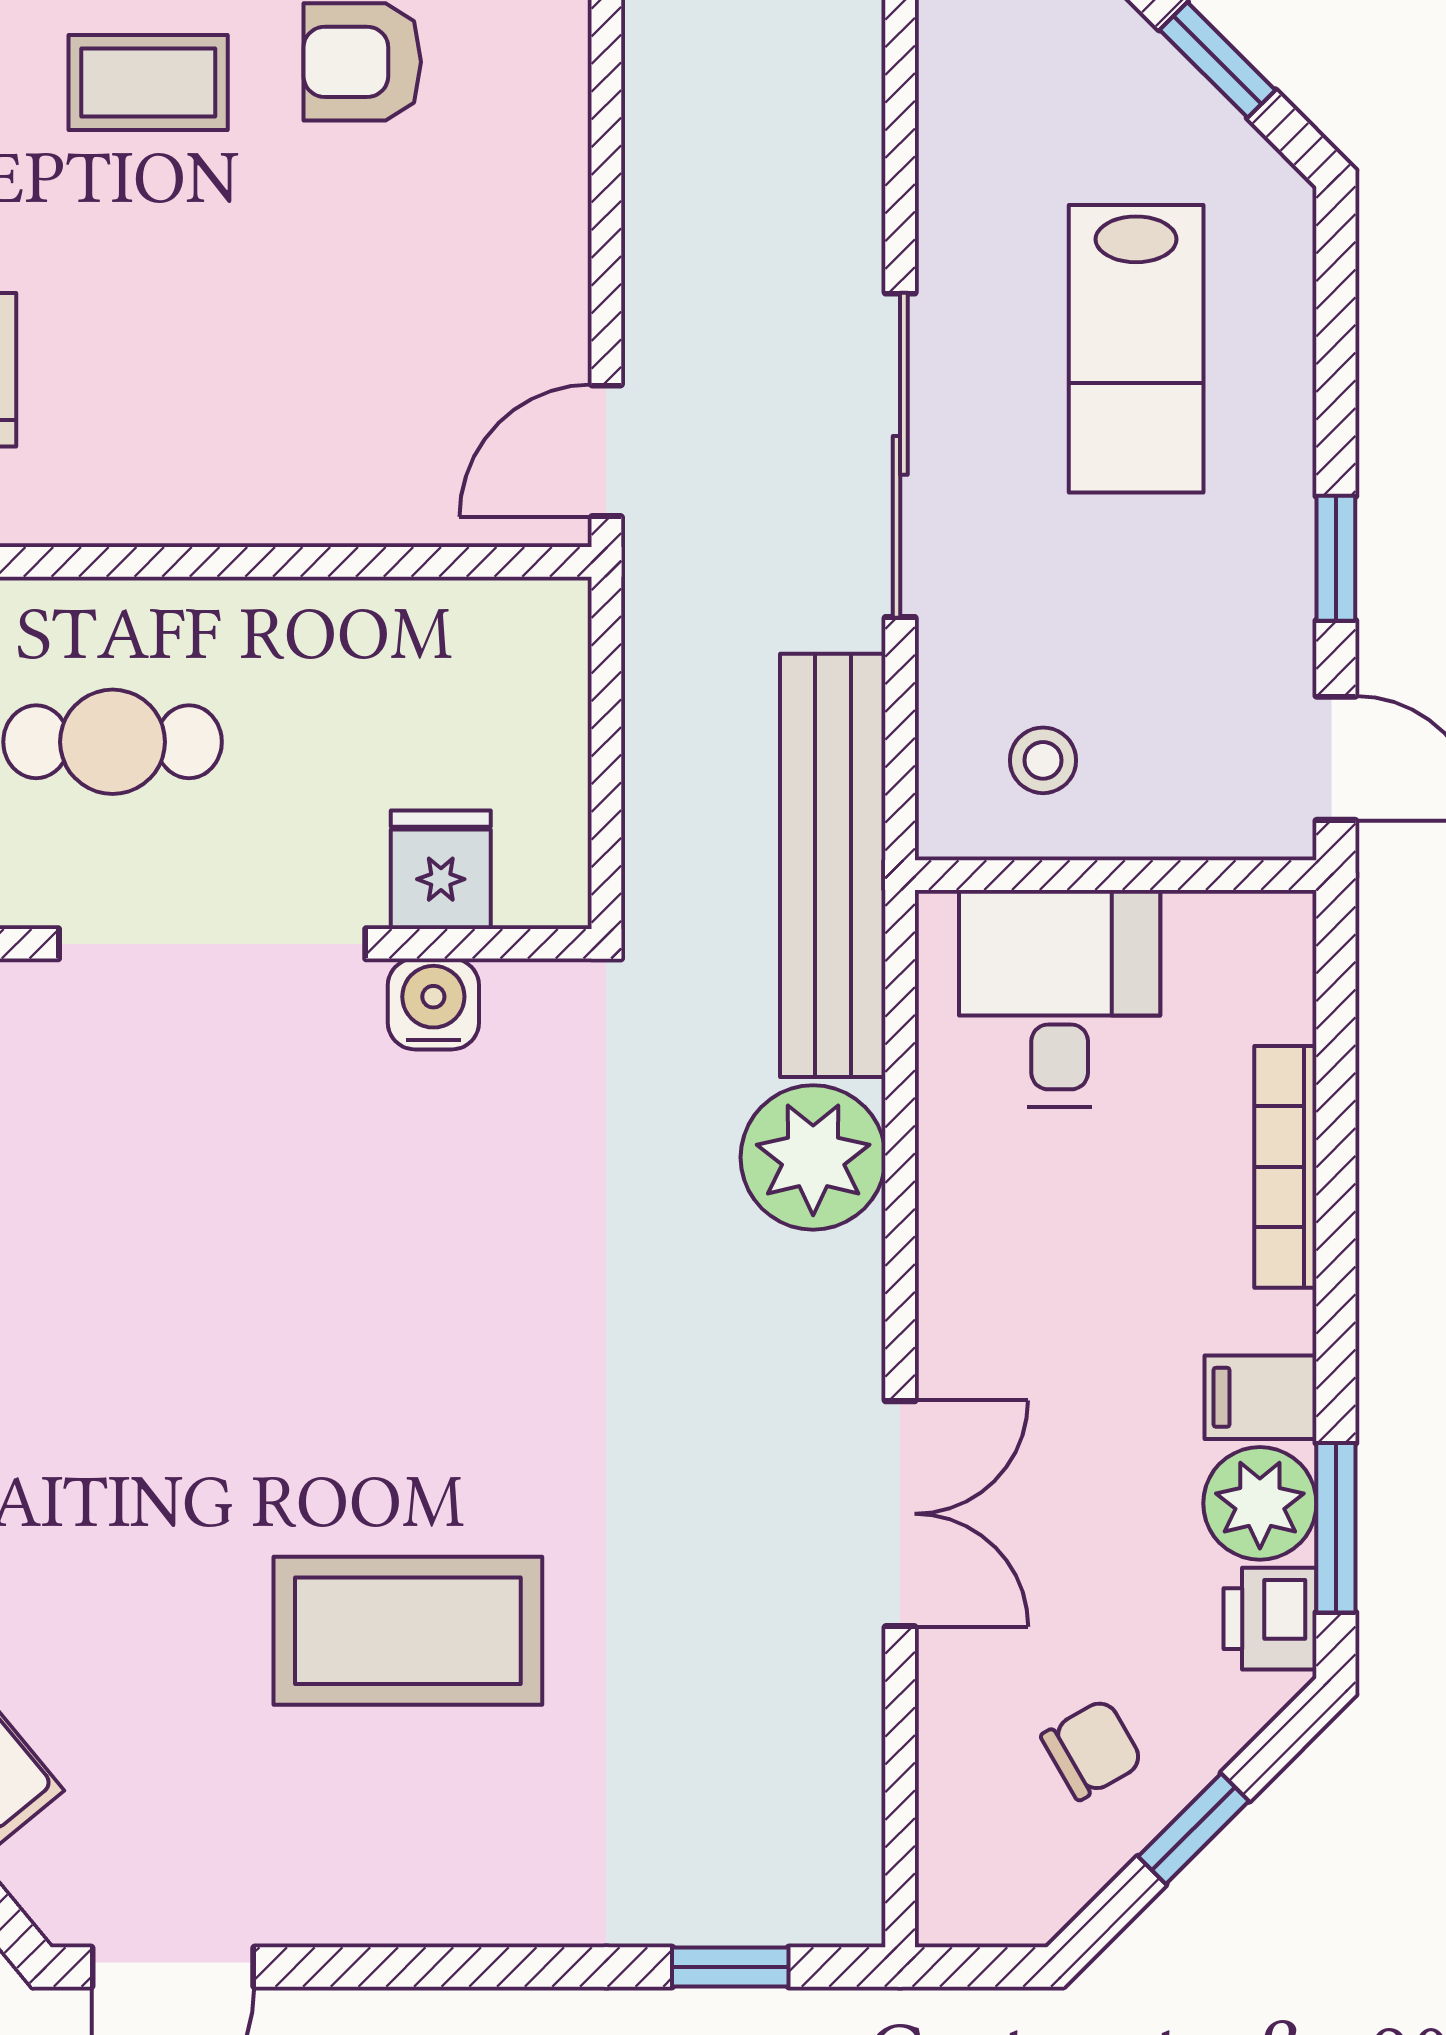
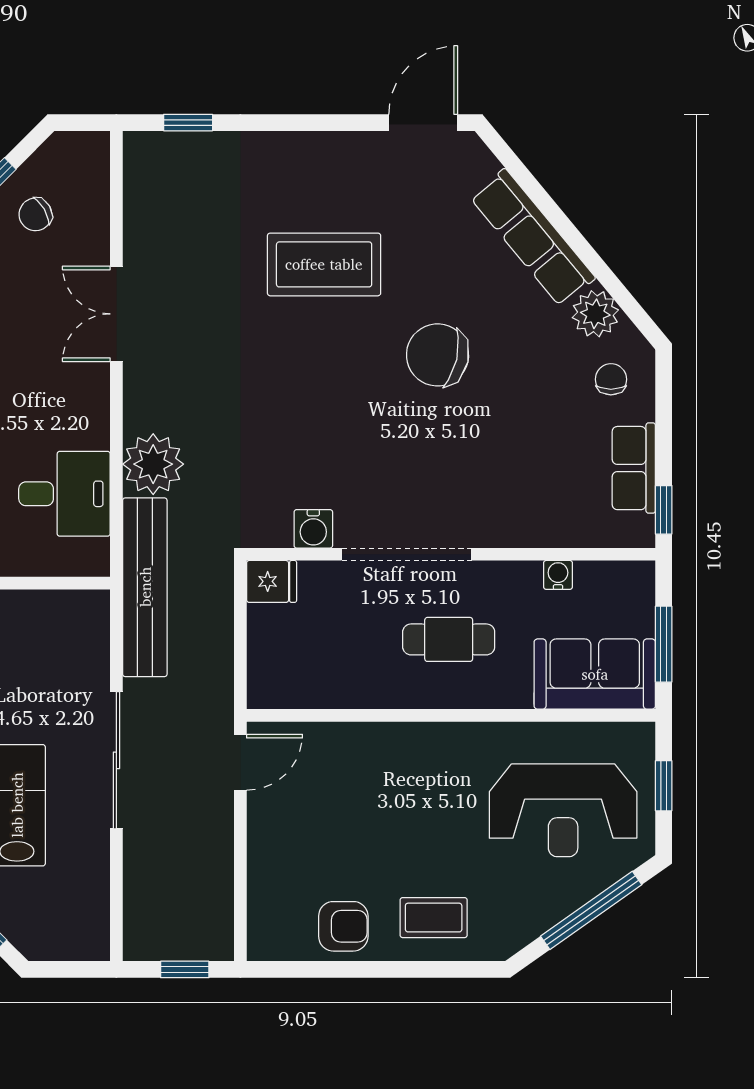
stool: (1043, 760) -> (56, 632), removed
fridge: (441, 870) -> (272, 581), moved, turned -90
desk: (1060, 998) -> (64, 494), moved, turned -90
chair: (139, 1416) -> (438, 355), added

